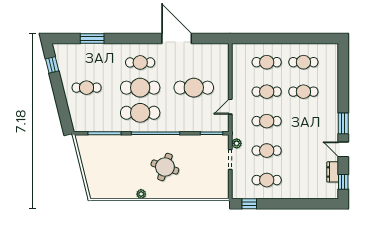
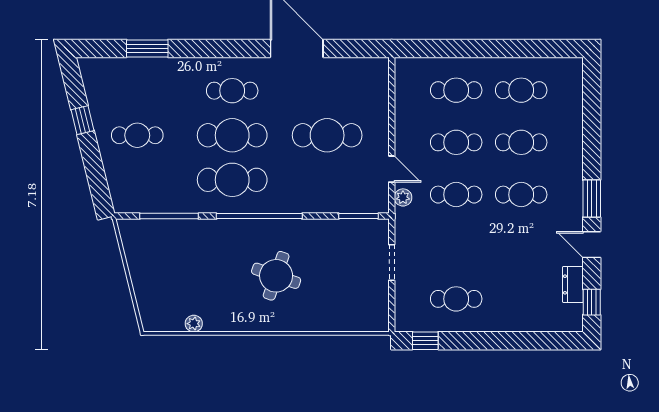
window: (52, 65) -> (83, 120), moved
door: (230, 107) -> (392, 169), swing flipped
plant: (237, 143) -> (403, 197), moved
cafe table: (267, 151) -> (521, 195), moved
plant: (141, 194) -> (194, 324), moved

